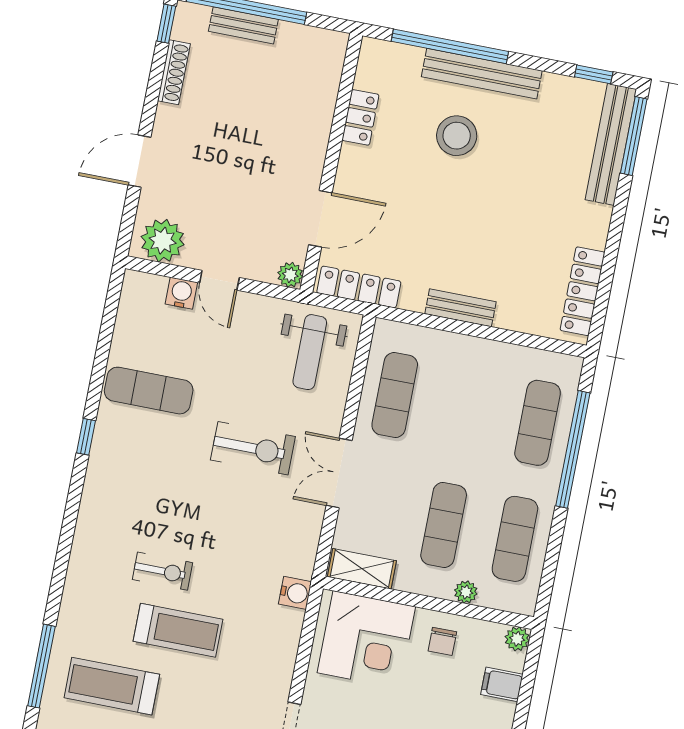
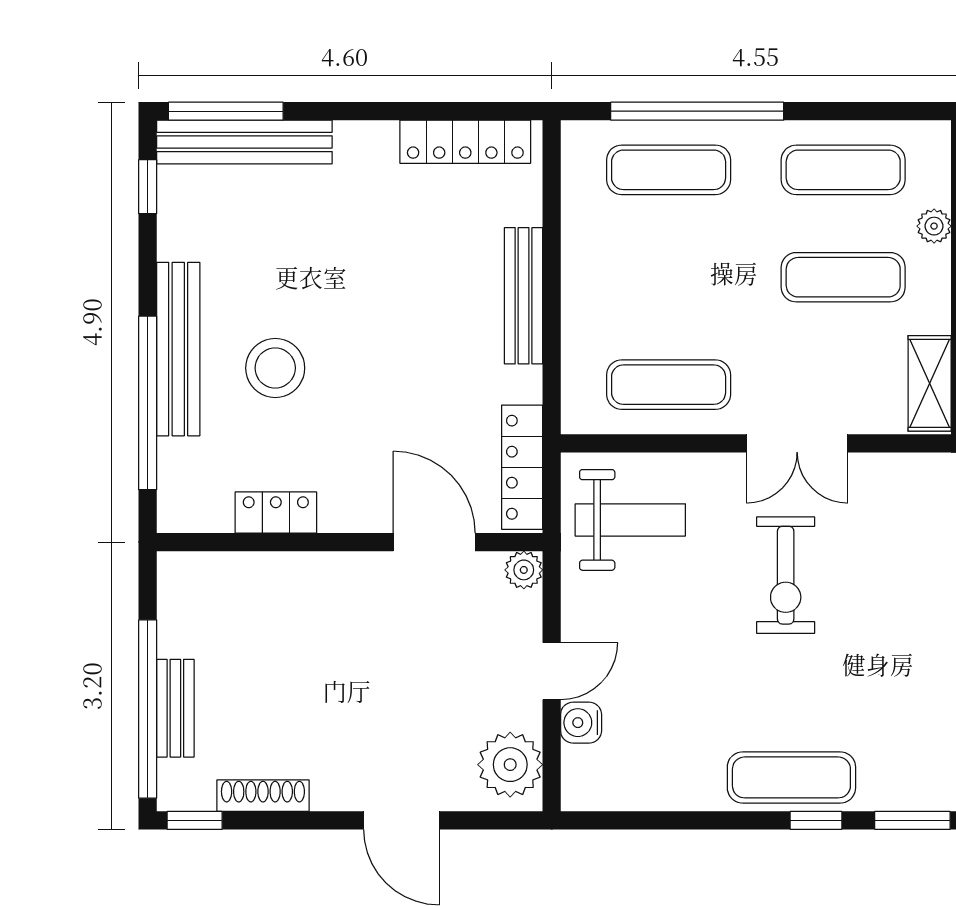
bench: (460, 308) -> (524, 296), width x1.36
exercise mat: (149, 391) -> (791, 777), moved, turned 90
exercise bike: (253, 448) -> (786, 575), turned 180
window: (74, 501) -> (912, 820), added

